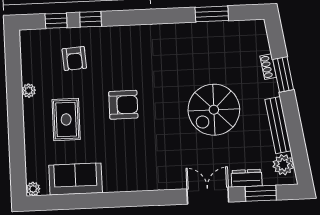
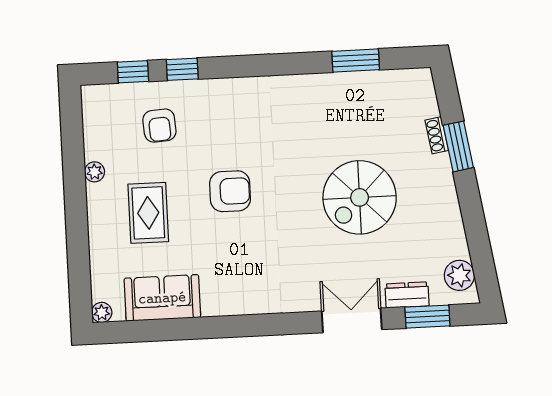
bench: (278, 125) -> (452, 219), removed

